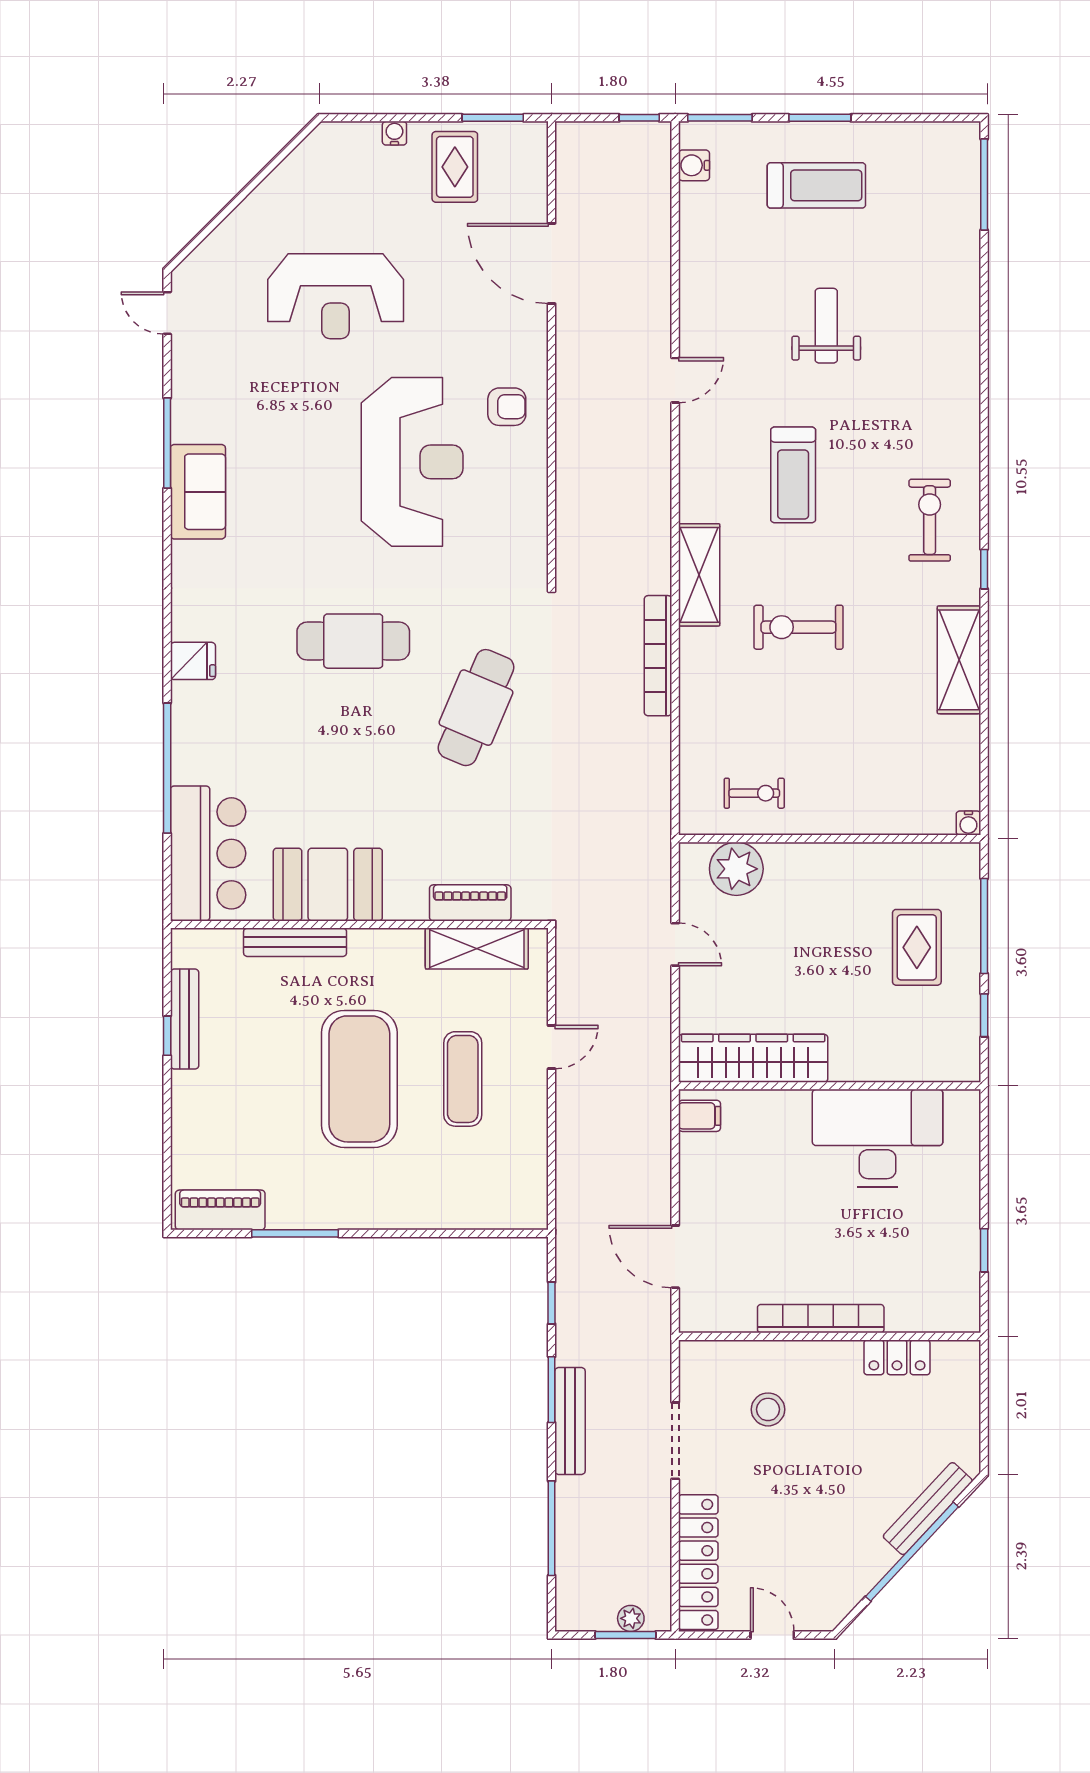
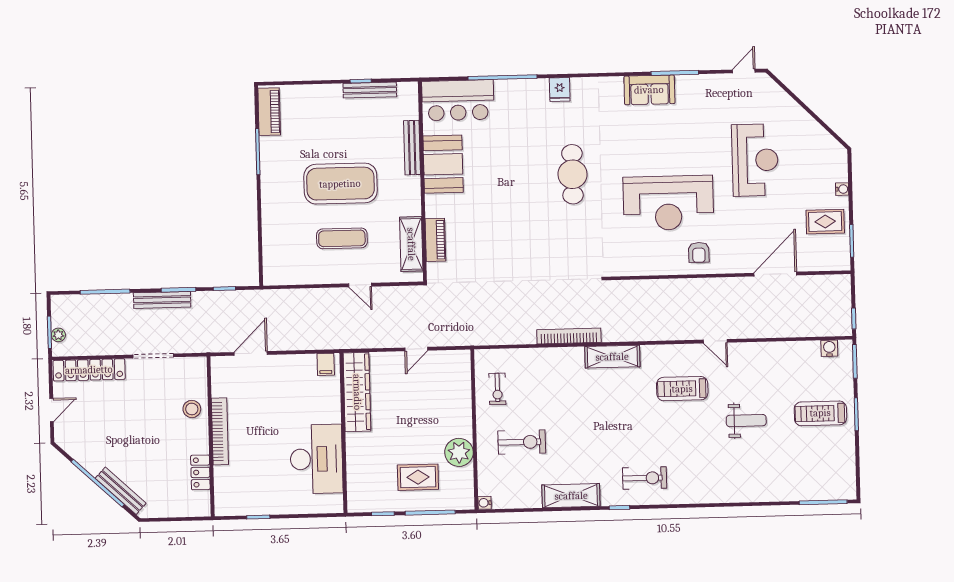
treadmill: (816, 185) -> (820, 413), turned 90
reception desk: (336, 296) -> (755, 160), turned 180
treadmill: (793, 475) -> (682, 389), moved
exercise bike: (798, 627) -> (522, 442), moved, turned 90
cafe table: (476, 708) -> (539, 240), removed
plant: (736, 869) -> (459, 452), moved
stool: (768, 1409) -> (192, 409), moved

